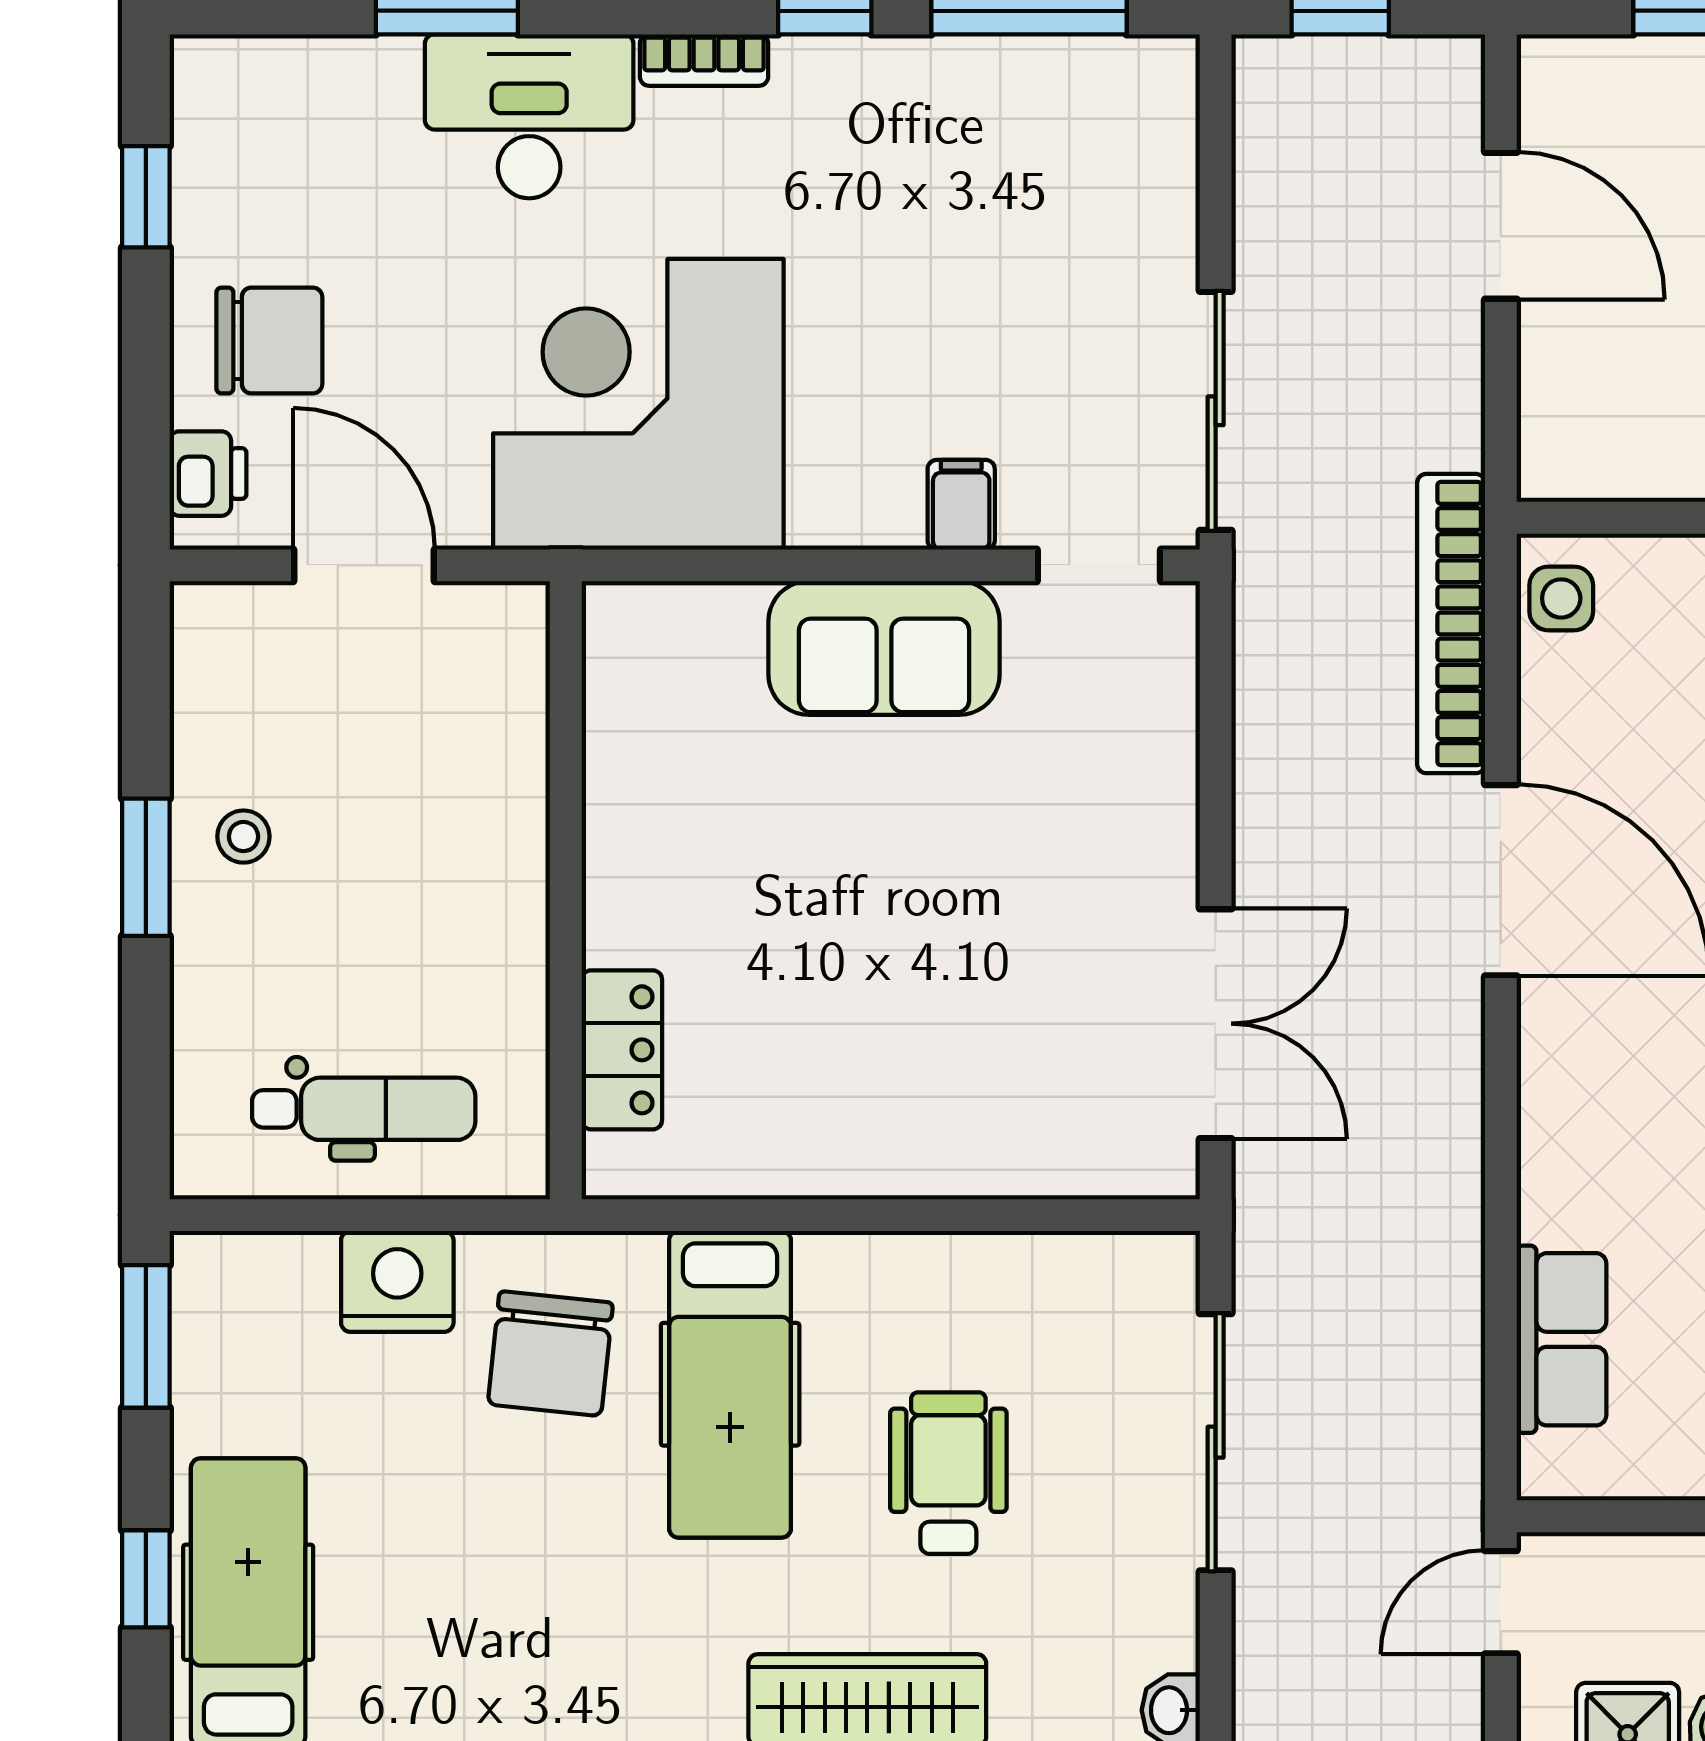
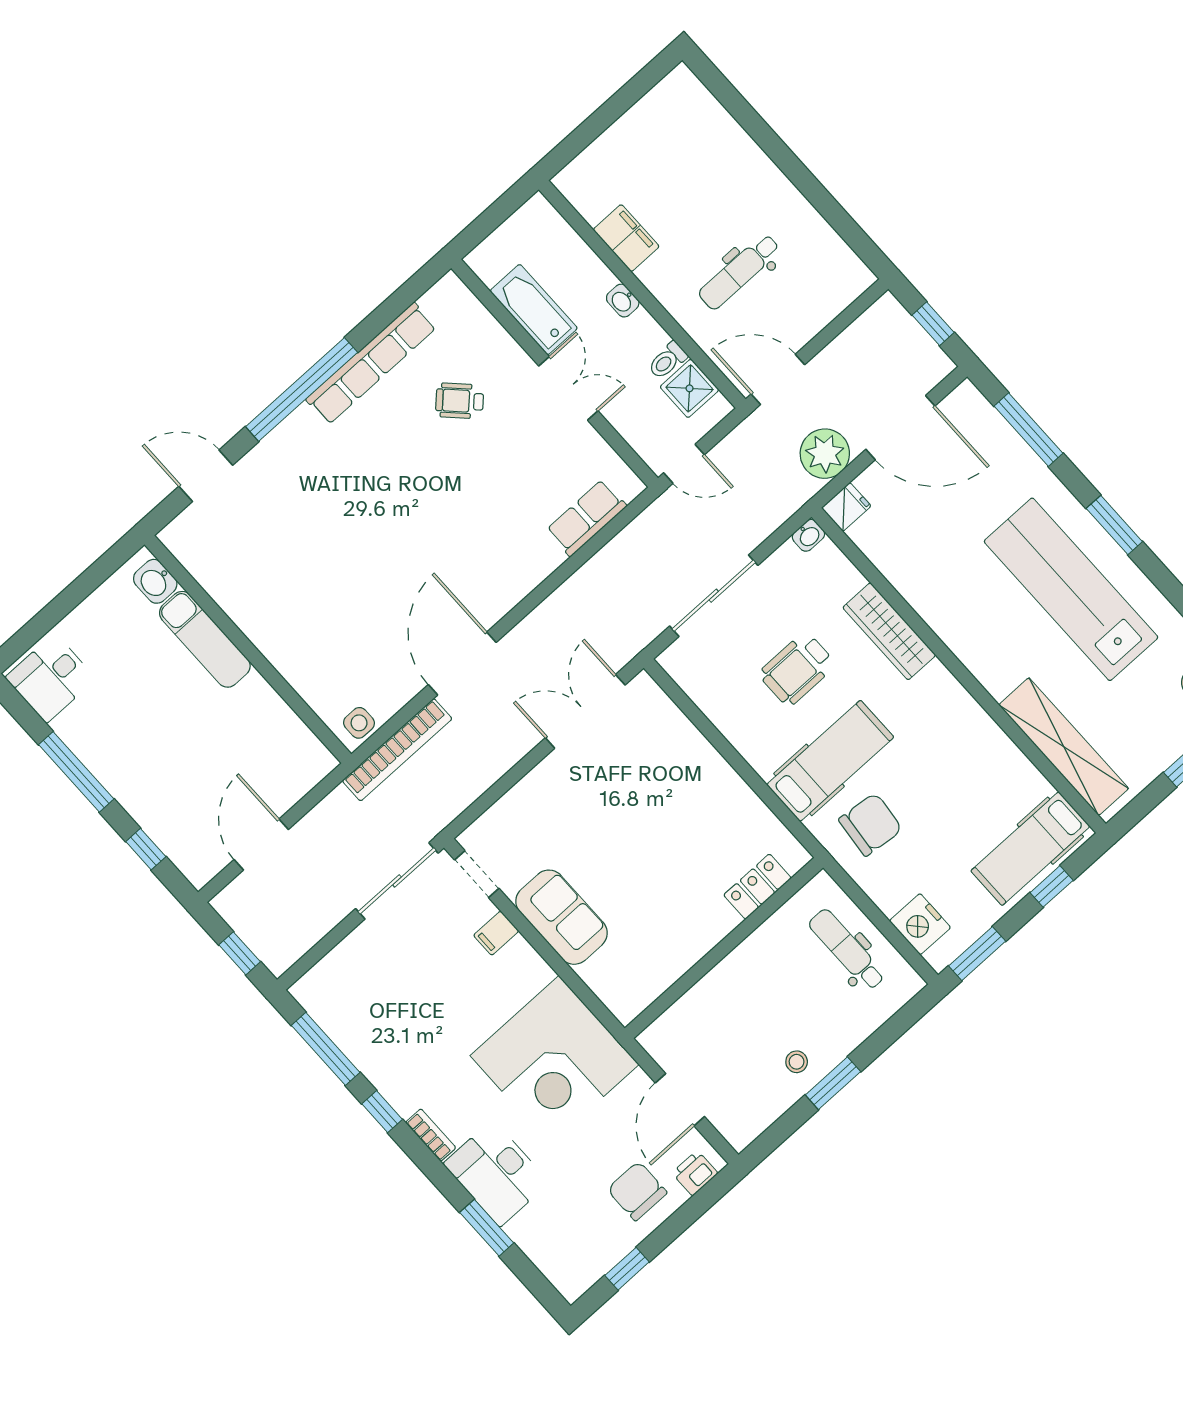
nightstand: (397, 1281) -> (920, 924), moved

